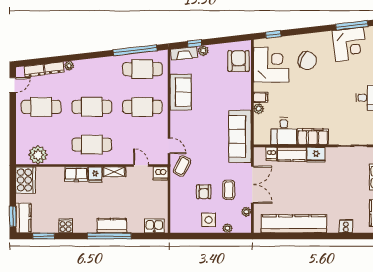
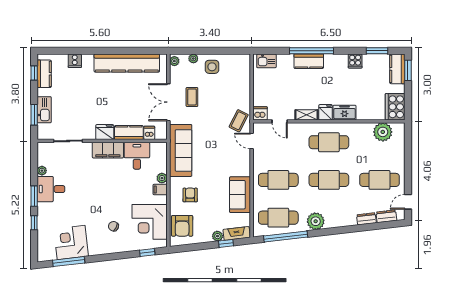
chair: (307, 61) -> (113, 226), width x0.54, depth x0.54
plant: (69, 66) -> (316, 221), moved, width x1.87, depth x1.87
armchair: (204, 192) -> (190, 195), moved
plant: (246, 212) -> (174, 61), moved

